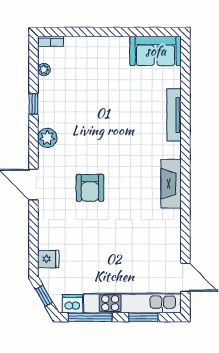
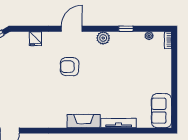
fireplace: (171, 184) -> (84, 121), moved
fridge: (48, 259) -> (35, 39), moved

